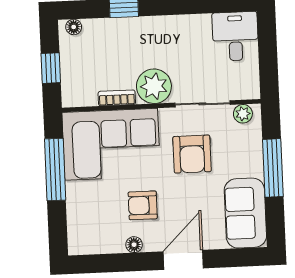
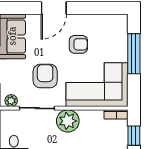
bookcase: (117, 98) -> (116, 114), moved
window: (55, 169) -> (134, 54), moved
floor lamp: (134, 245) -> (85, 19), removed

